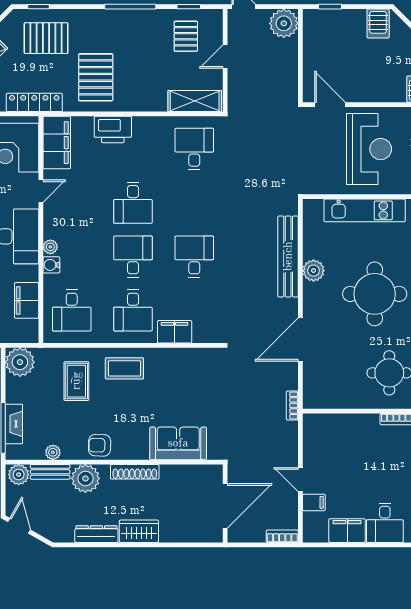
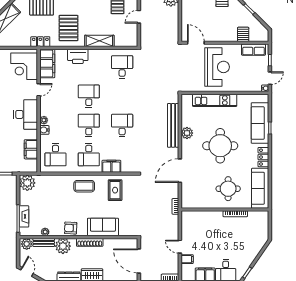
shelving: (195, 101) -> (99, 41), moved
locker: (34, 102) -> (40, 42), width x0.66
desk: (133, 203) -> (89, 96), turned 180
rug: (76, 381) -> (115, 190), moved
sofa: (178, 443) -> (103, 227), moved
door: (225, 506) -> (139, 261), swing flipped

